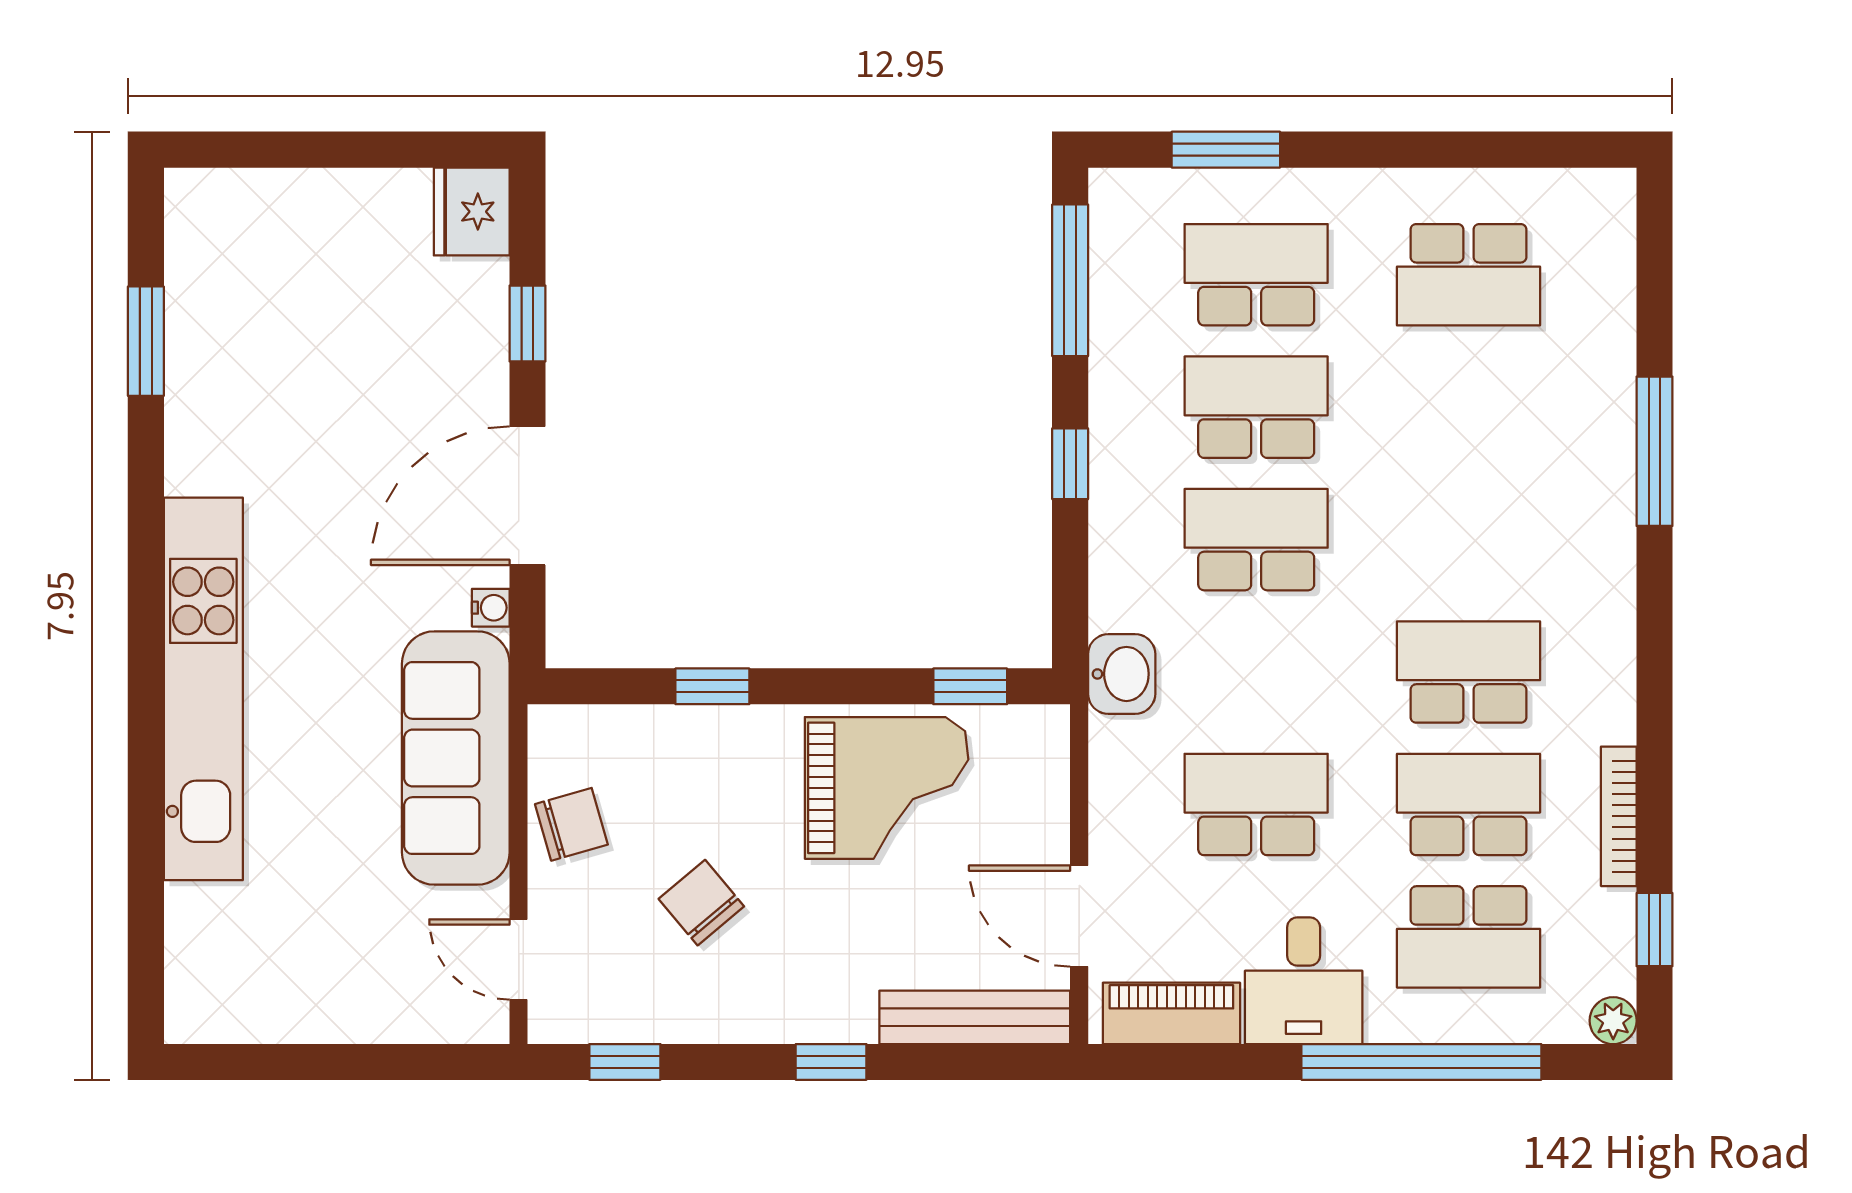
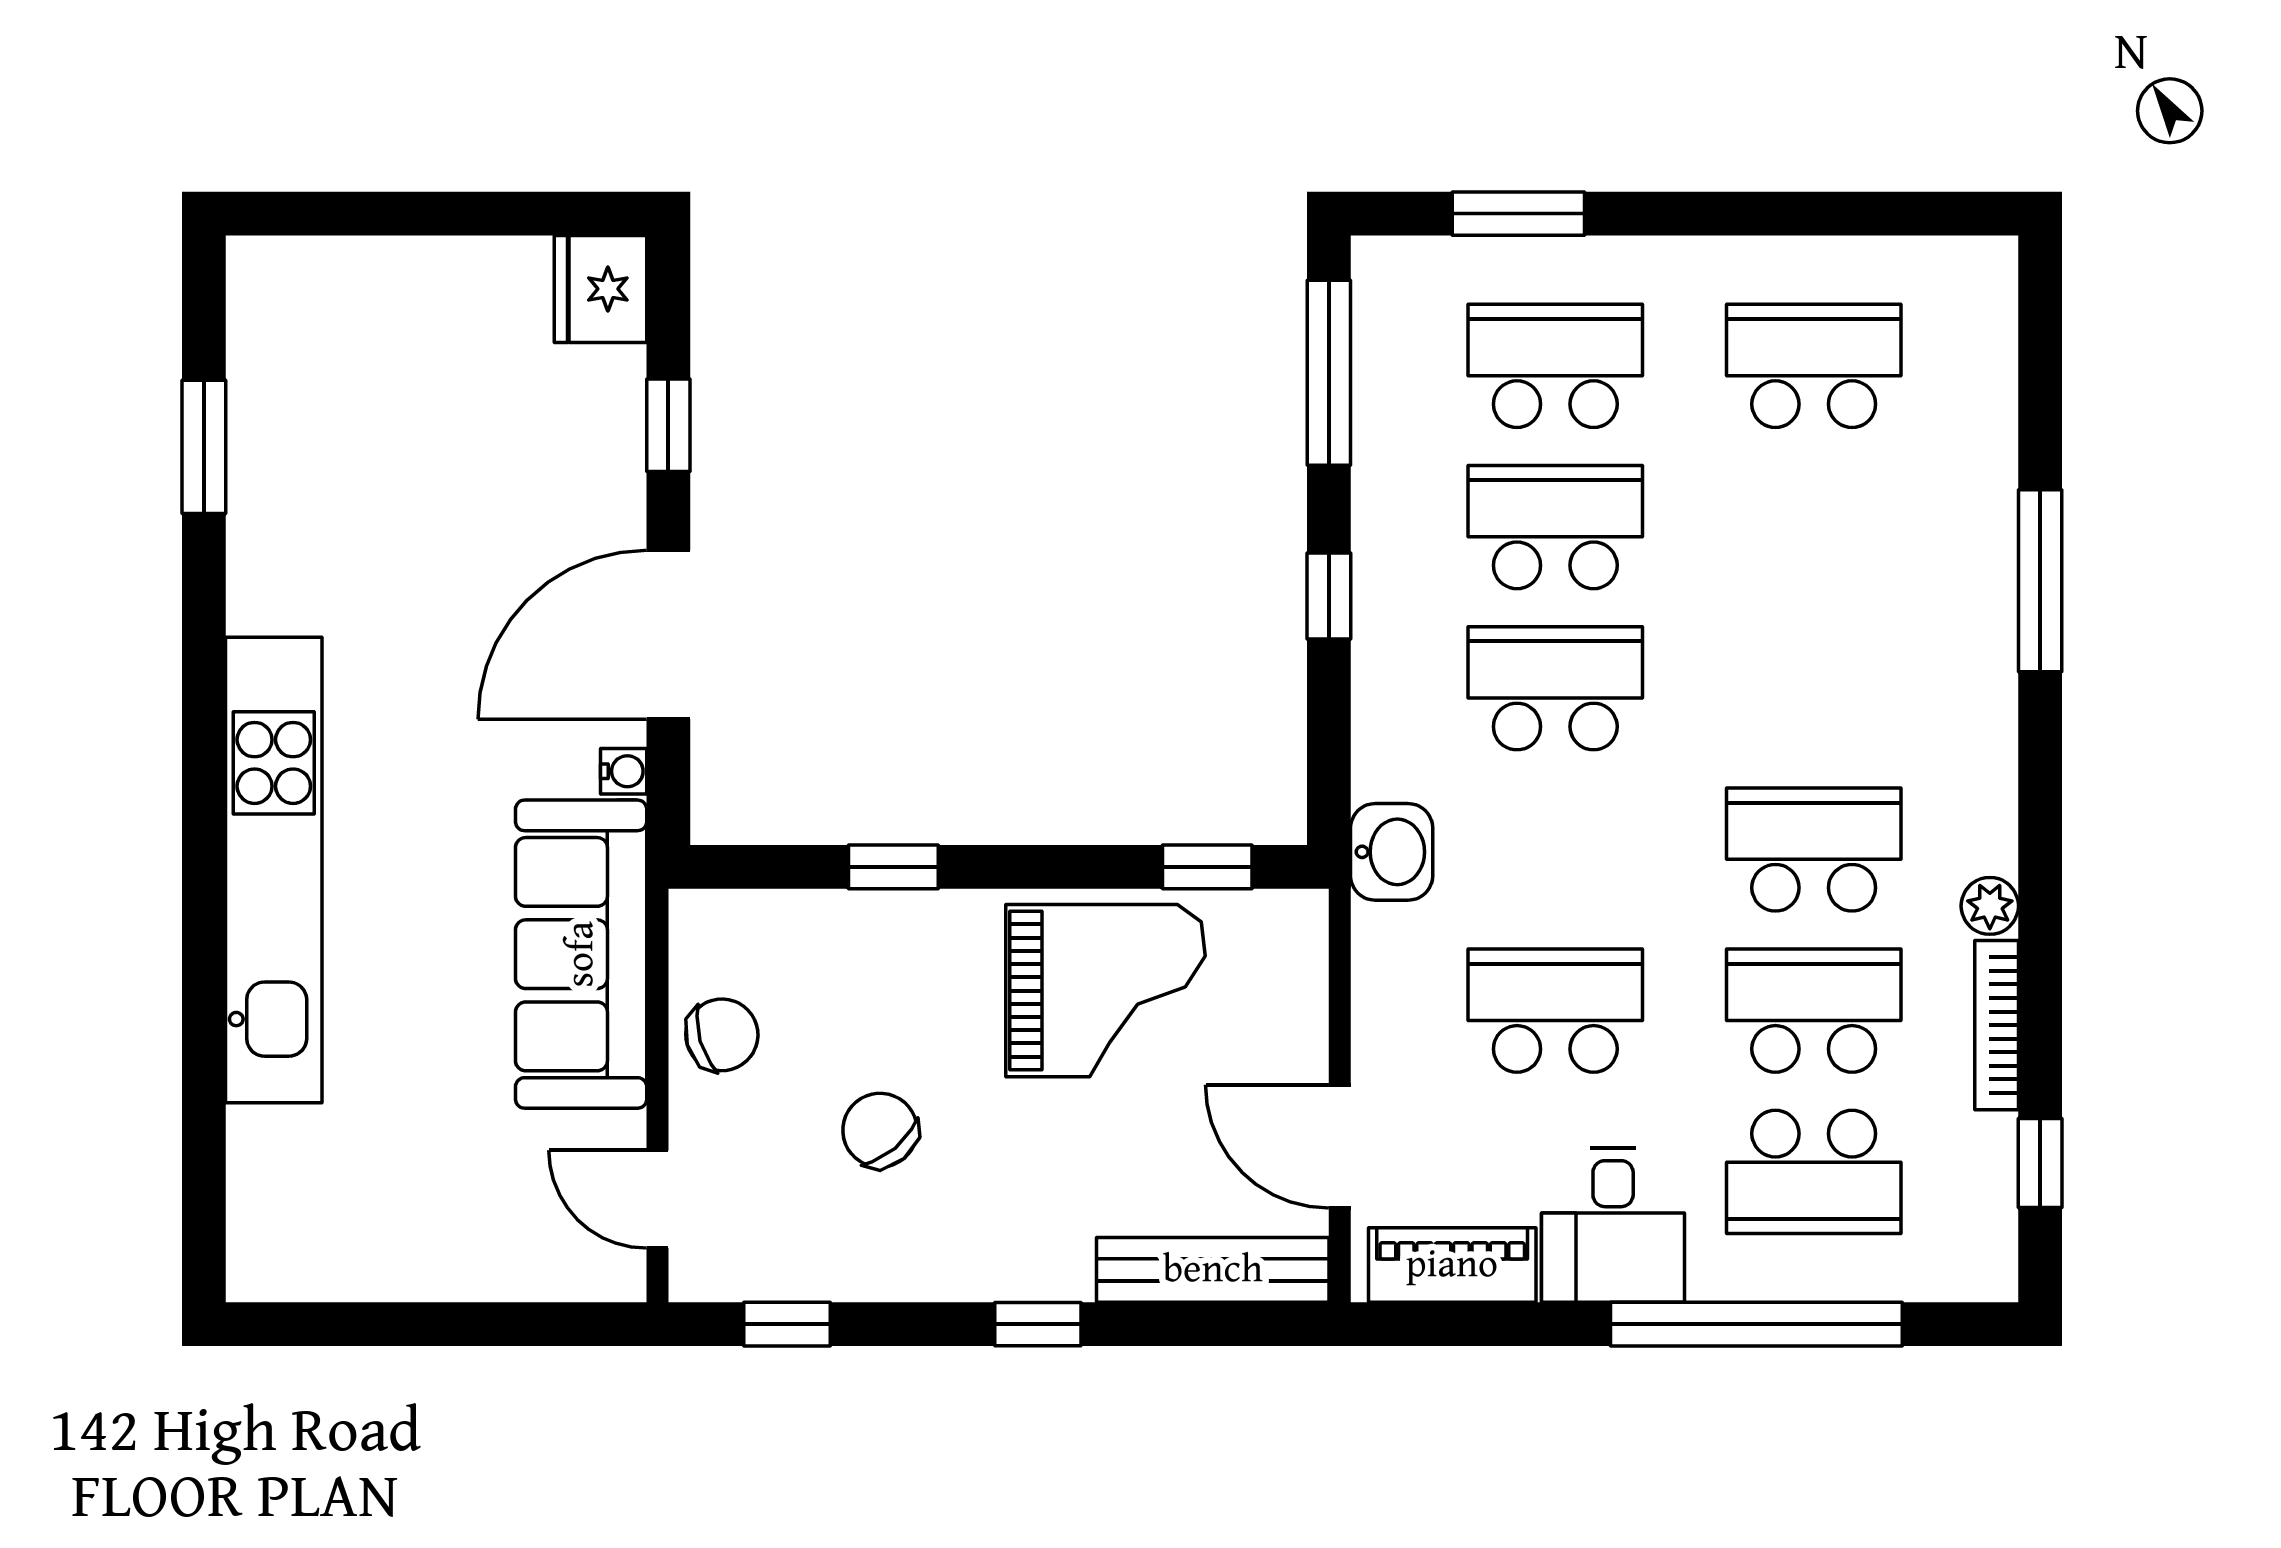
school desk: (1468, 275) -> (1814, 366), turned 180
plant: (1613, 1021) -> (1990, 906), moved

